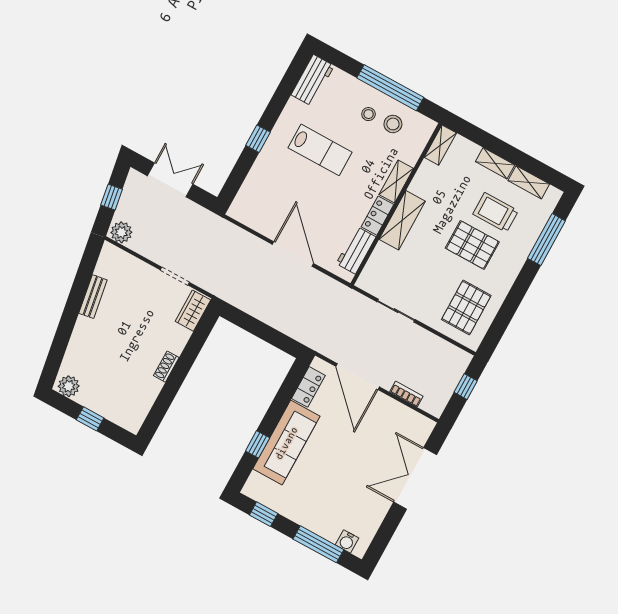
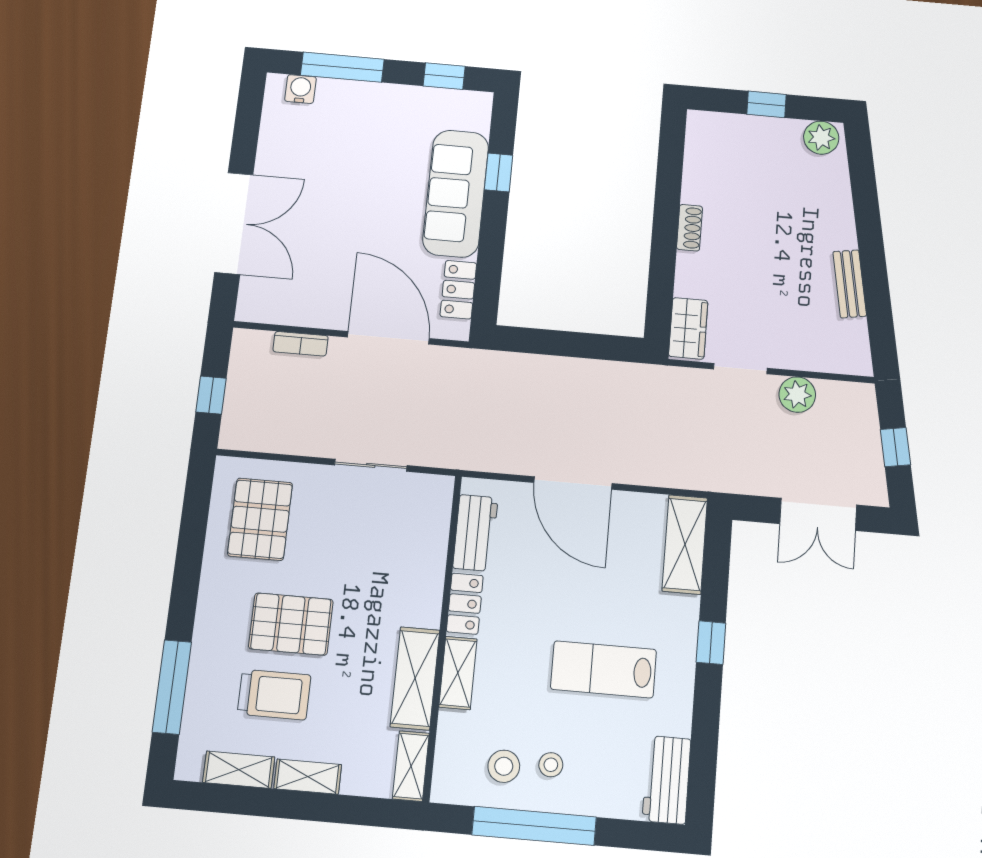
shelving: (248, 195) -> (685, 544), added
shelving: (402, 220) -> (415, 678), moved
plant: (121, 232) -> (797, 395), moved

